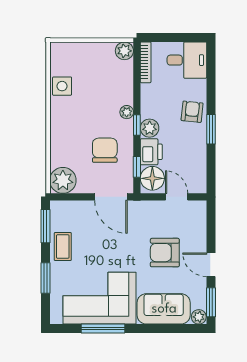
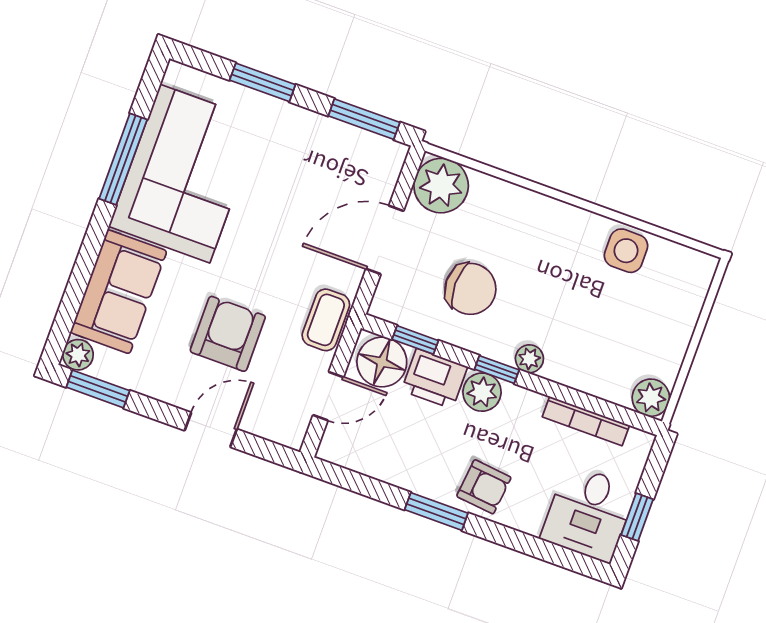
window: (181, 38) -> (637, 517), added
bookcase: (146, 62) -> (586, 421), moved
door: (111, 197) -> (385, 240), moved
coffee table: (63, 247) -> (326, 320), moved, turned 90
door: (211, 265) -> (211, 430), moved

